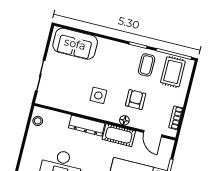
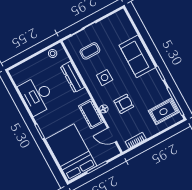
sofa: (75, 44) -> (137, 56), moved
coffee table: (147, 65) -> (90, 51), moved
dresser: (87, 126) -> (72, 77), moved
door: (153, 134) -> (112, 135), hinge flipped

